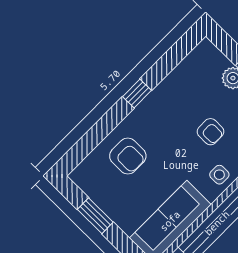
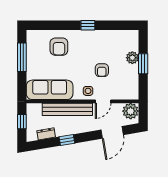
window: (95, 216) -> (22, 57), width x1.44

